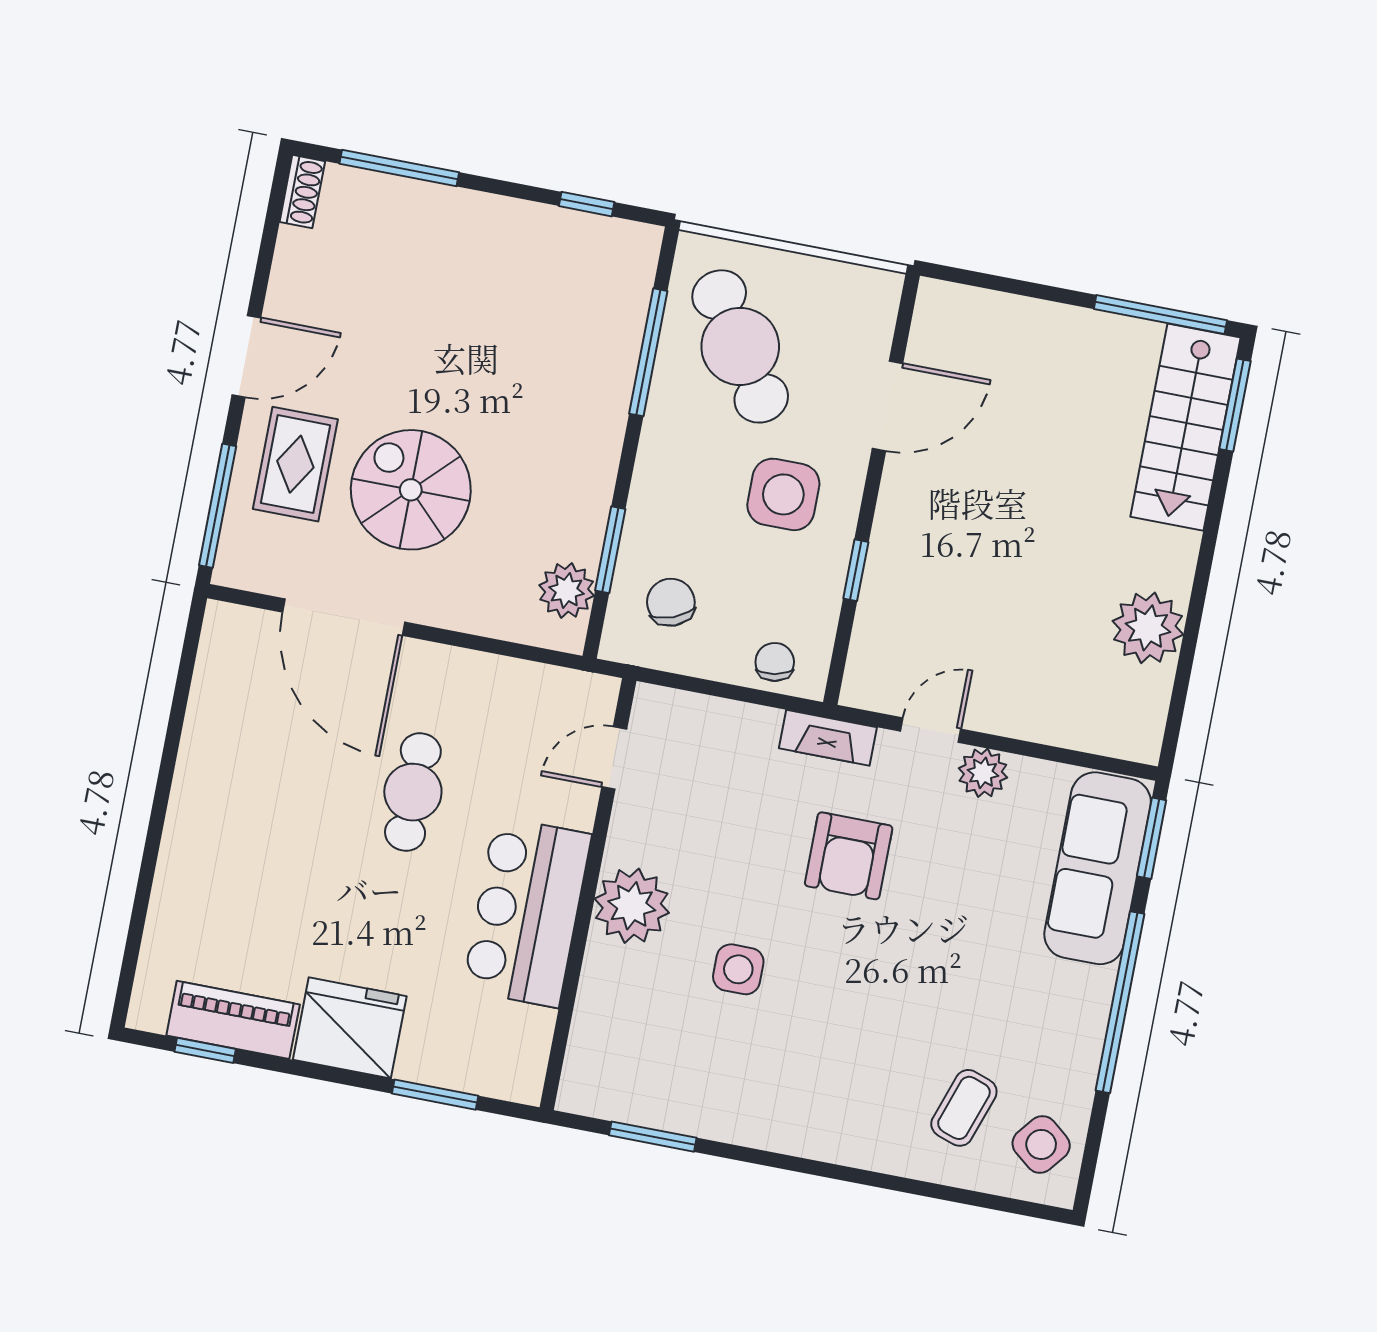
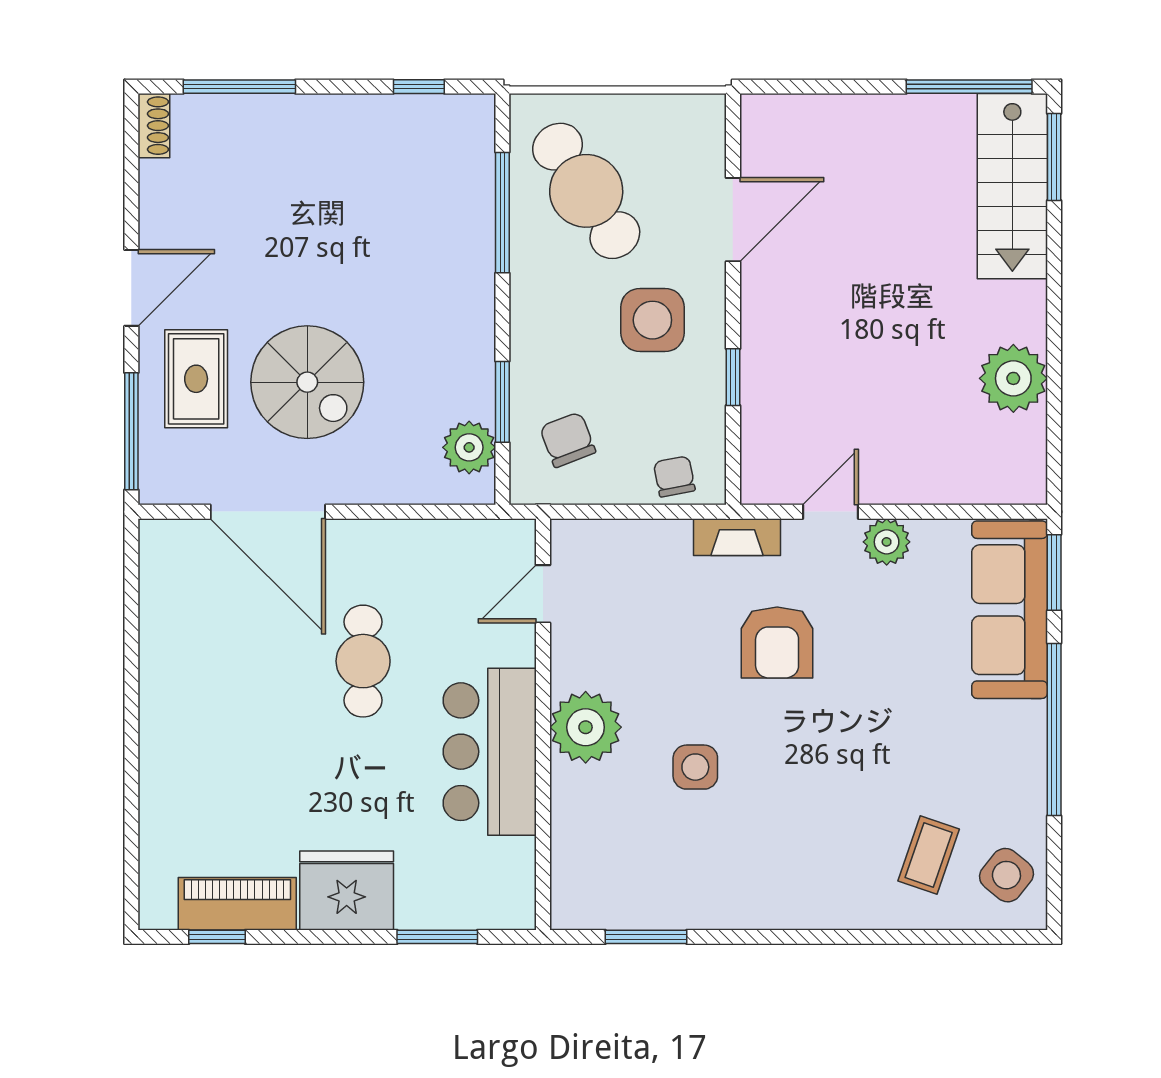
spiral stairs: (411, 490) -> (307, 382), turned 180

